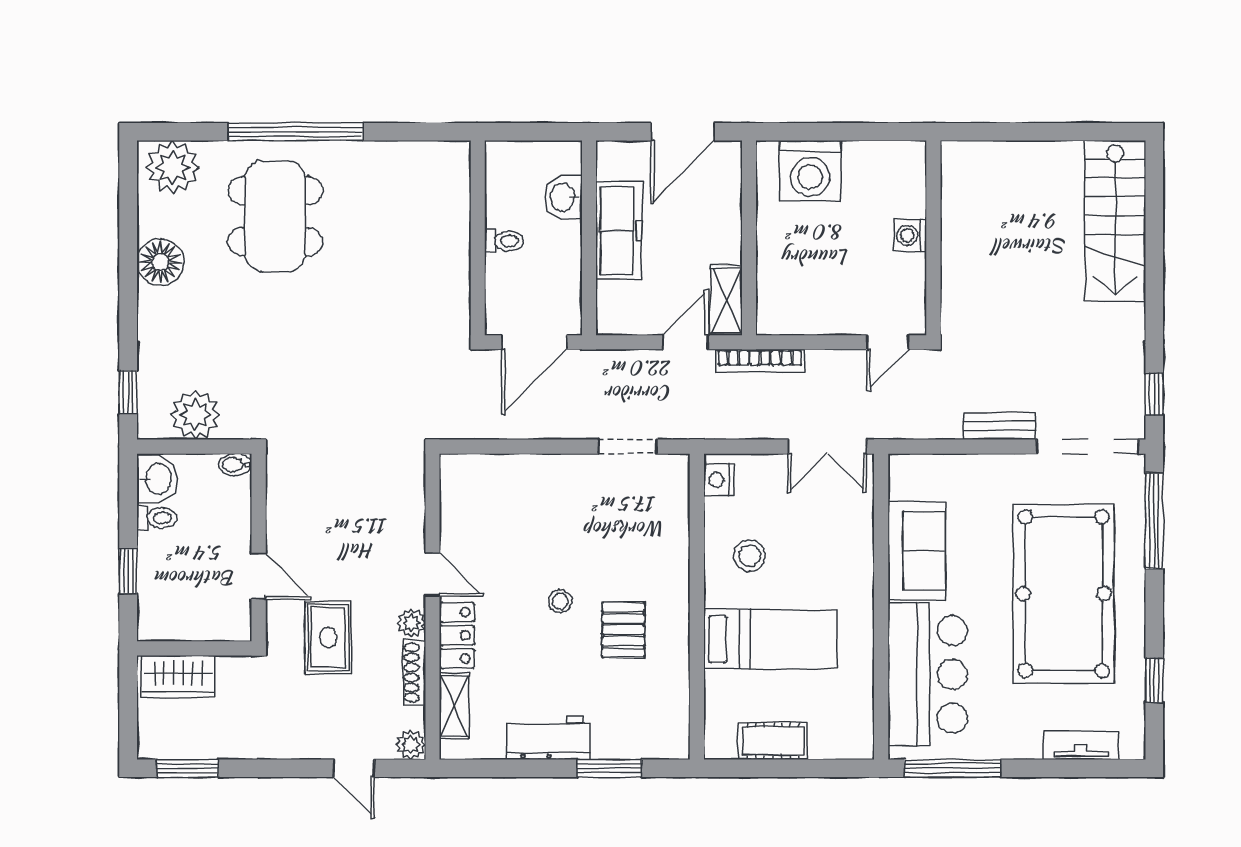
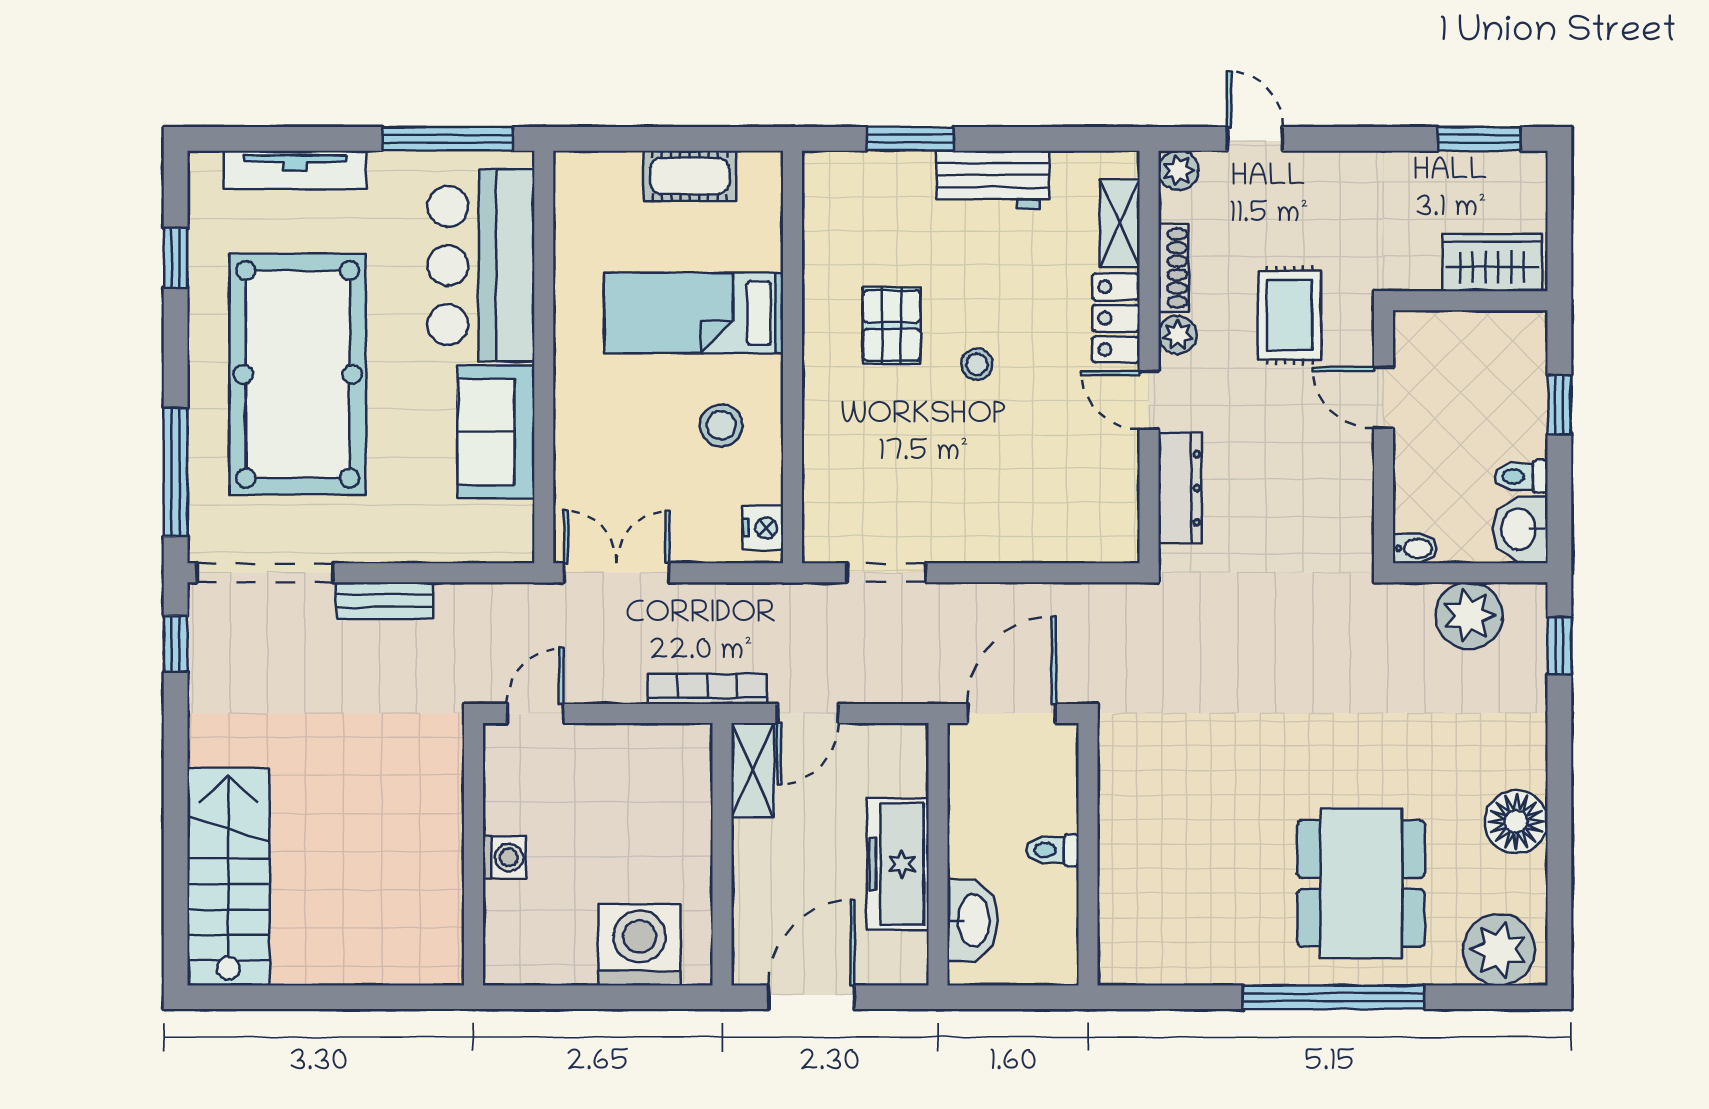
washbasin: (563, 197) -> (972, 920), width x1.38
dresser: (409, 509) -> (1180, 488), added
tv unit: (1081, 745) -> (295, 170), width x1.41

